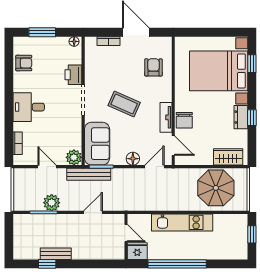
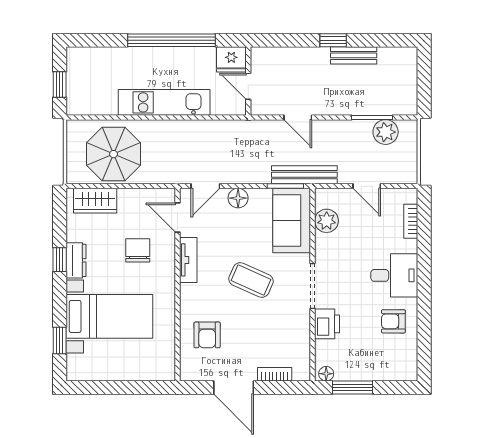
window: (42, 32) -> (353, 388), moved
armchair: (24, 63) -> (393, 321), moved
bed with nightstands: (219, 71) -> (109, 316), width x0.73
chair: (184, 120) -> (138, 250), moved
plant: (74, 157) -> (327, 221), moved
plant: (52, 203) -> (386, 132), moved
door: (93, 212) -> (298, 117), hinge flipped
window: (47, 264) -> (333, 40), moved

